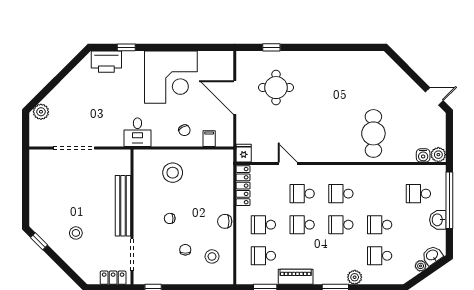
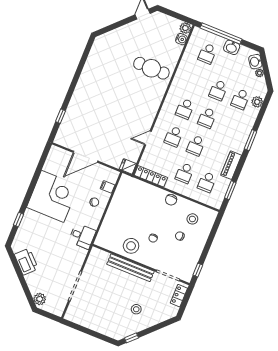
printer: (106, 62) -> (26, 262), moved, turned -45
round table: (276, 88) -> (90, 124), removed
stool: (173, 173) -> (131, 246), moved
plant: (355, 277) -> (257, 102), moved

